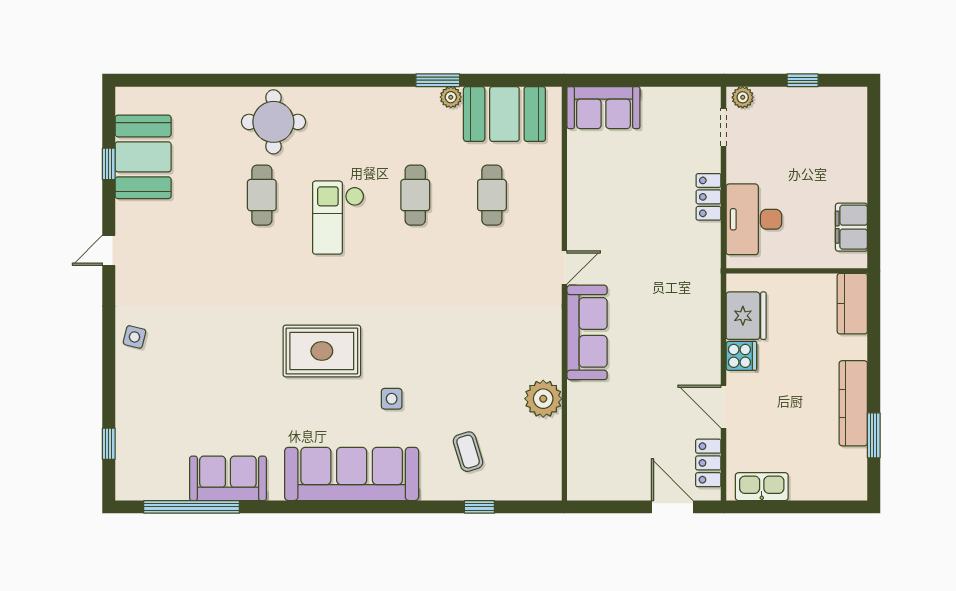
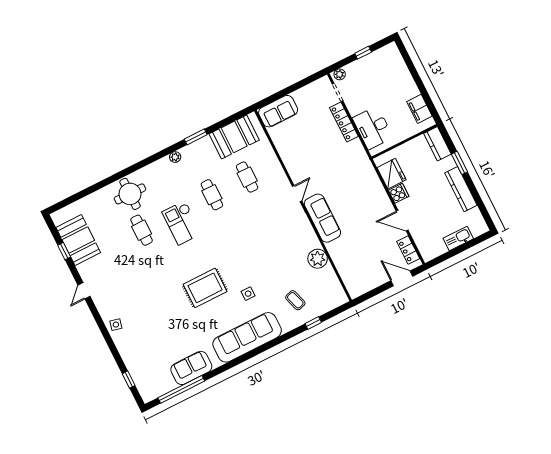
plant: (451, 97) -> (175, 157), moved
locker: (709, 197) -> (344, 122), width x1.53
window: (874, 435) -> (459, 163), moved
kitchen sink: (762, 487) -> (458, 238), moved

